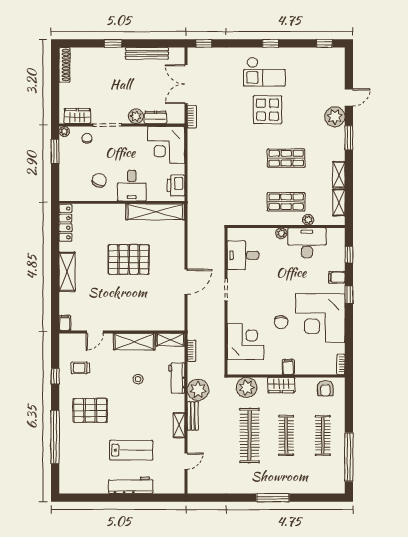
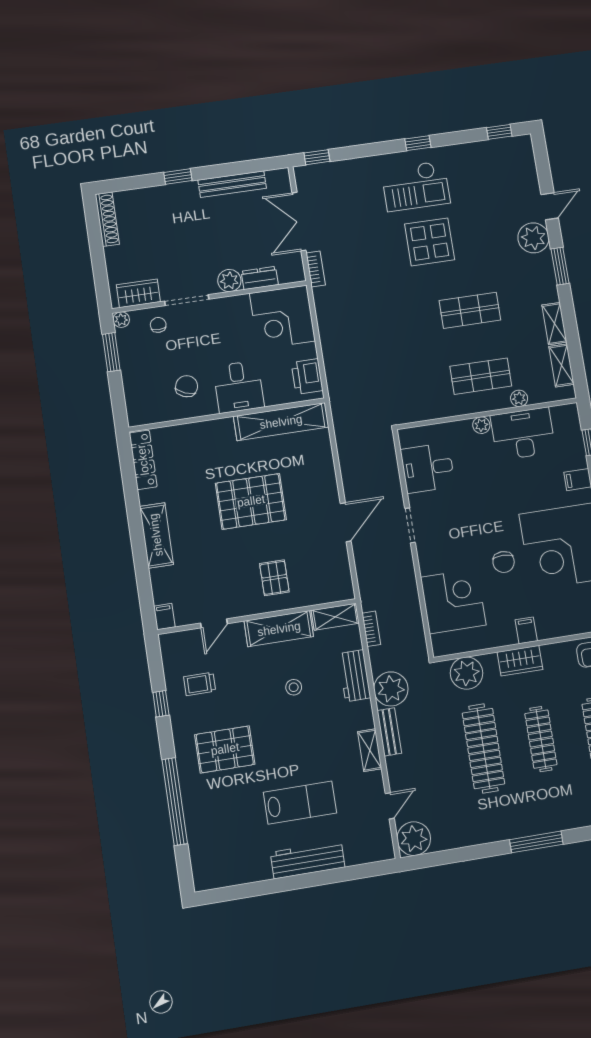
pallet: (136, 310) -> (274, 578), added
plant: (198, 483) -> (414, 839), added

